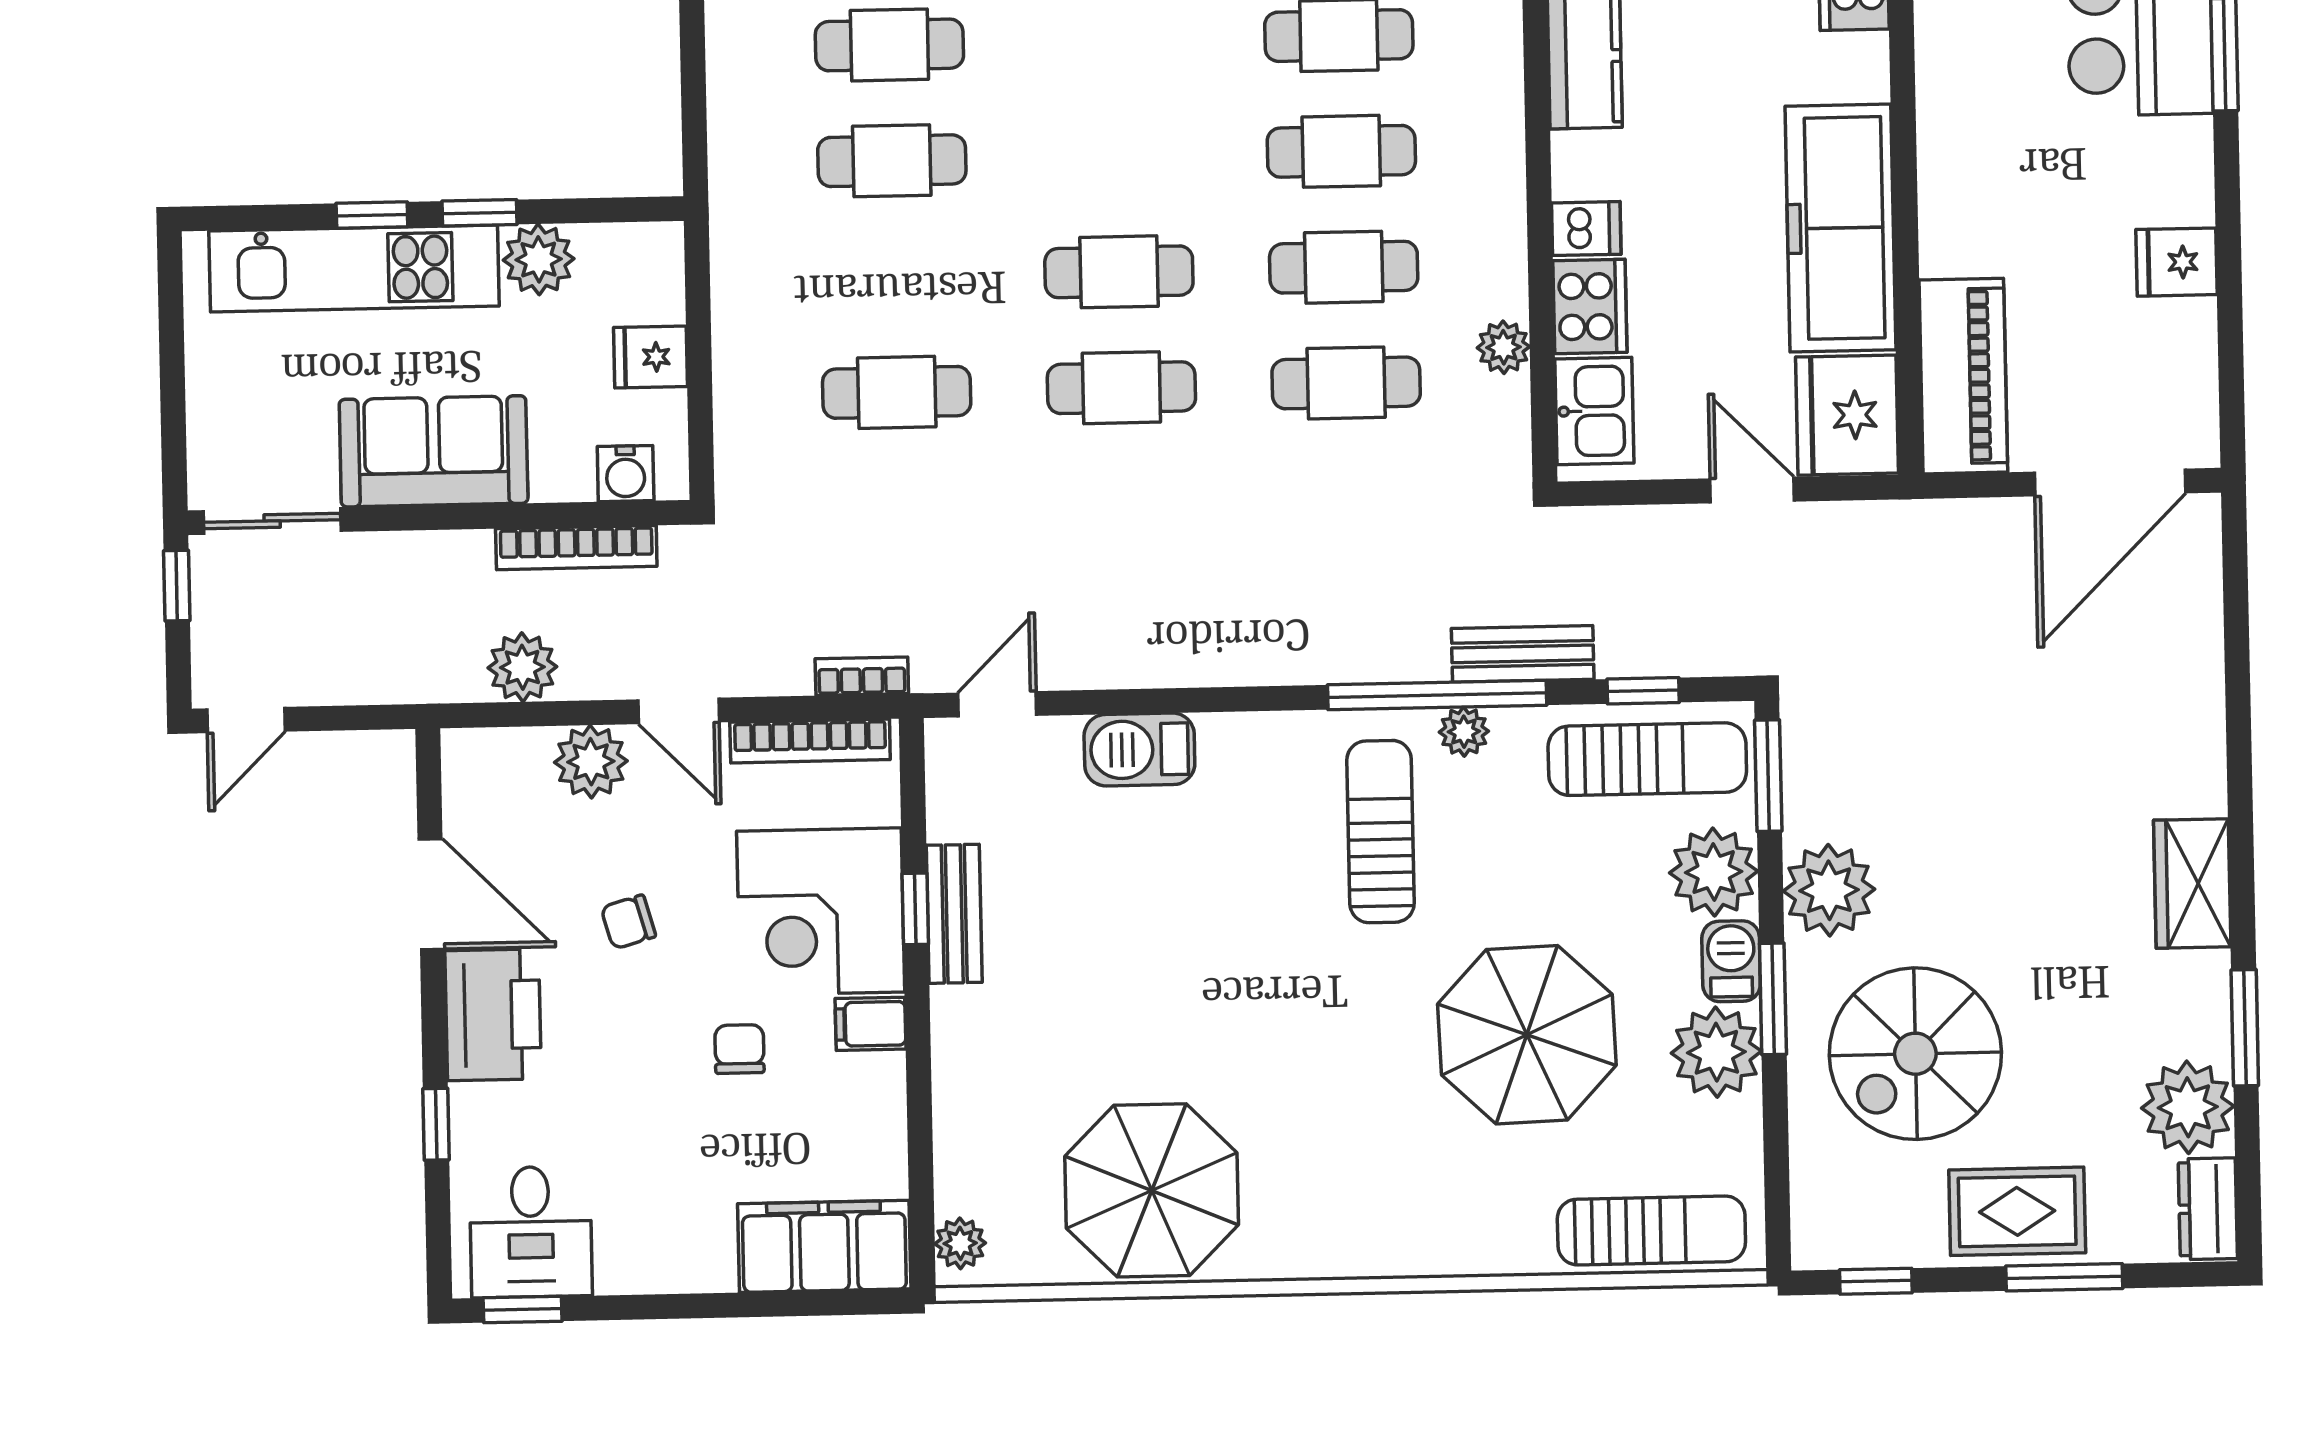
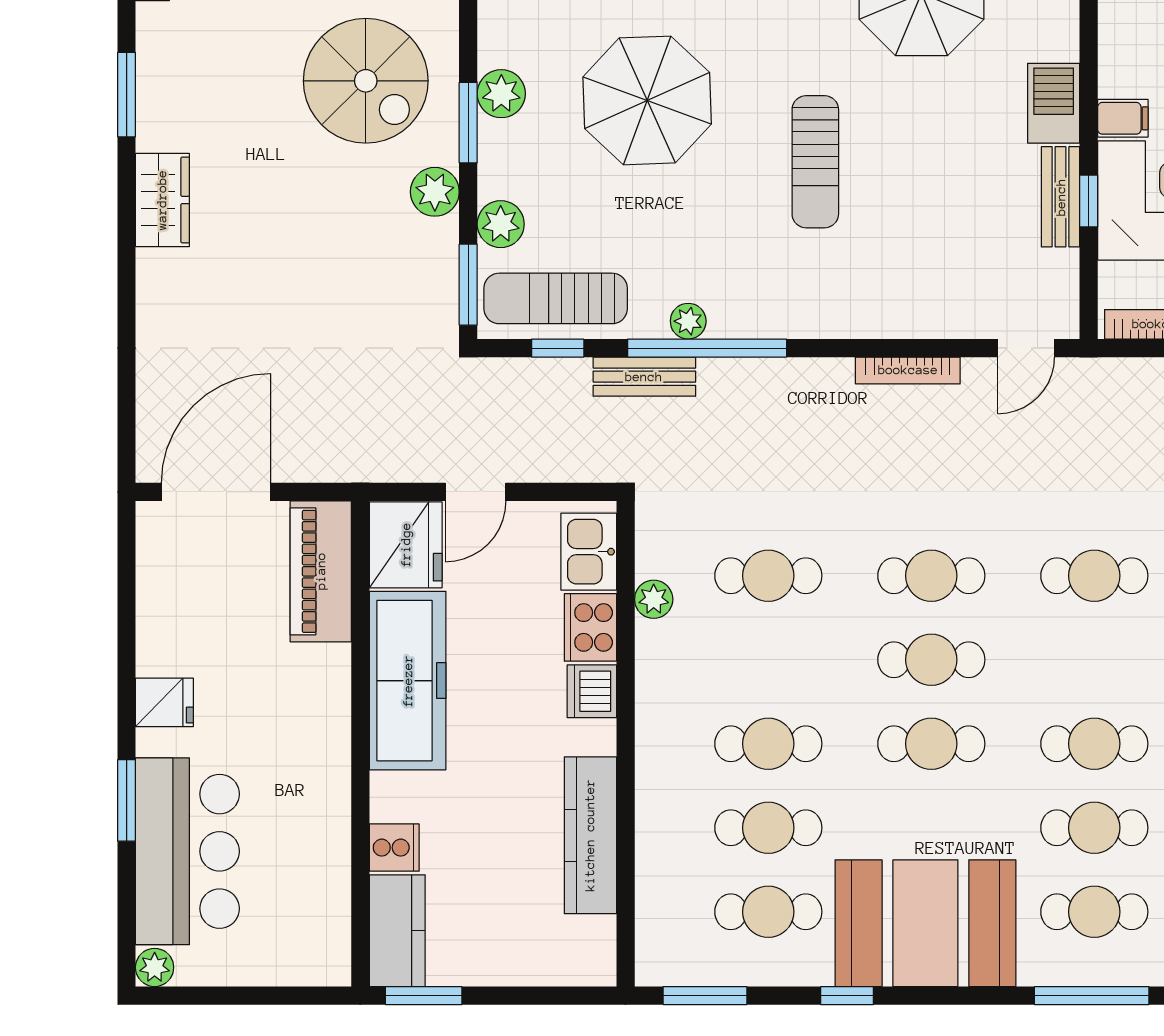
dishwasher: (1586, 229) -> (592, 691), width x1.38
fridge: (2176, 262) -> (164, 702), moved
cafe table: (1344, 267) -> (931, 744), moved
door: (1752, 490) -> (475, 492), hinge flipped
bookcase: (862, 676) -> (908, 370), moved, width x1.56
barbecue: (1139, 750) -> (1054, 103), moved, turned -90
sun lounger: (1381, 832) -> (815, 162), moved
plant: (1714, 872) -> (501, 224), width x0.73, depth x0.73
plant: (1829, 890) -> (435, 192), width x0.73, depth x0.73
barbecue: (1731, 961) -> (498, 151), removed
plant: (1716, 1052) -> (501, 94), width x0.73, depth x0.73
spiral stairs: (1915, 1054) -> (366, 81), turned 90
plant: (2188, 1107) -> (169, 38), removed

